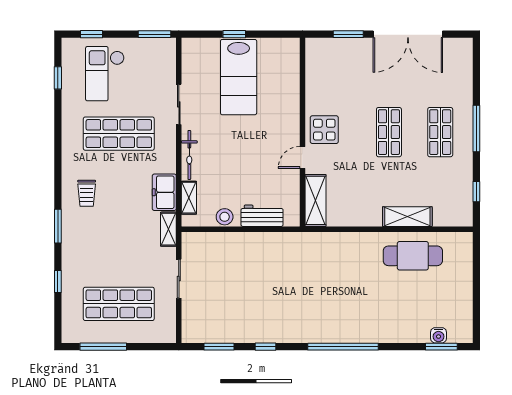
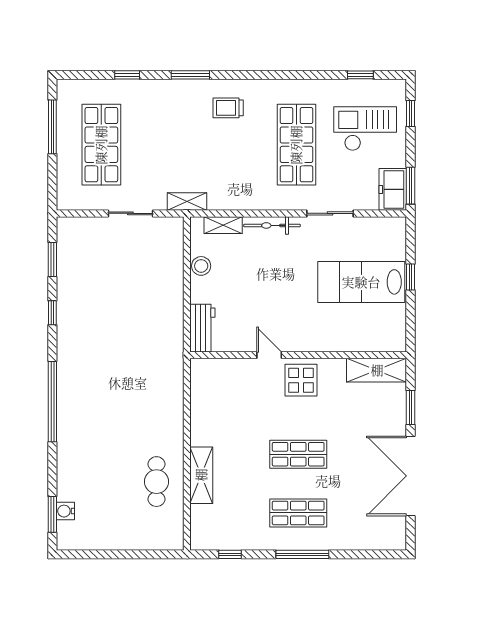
freezer: (164, 192) -> (393, 189), moved, turned -90
shelving: (315, 200) -> (377, 370), moved
workbench: (262, 216) -> (202, 328), moved
cafe table: (413, 256) -> (156, 482), width x0.73, depth x0.74

